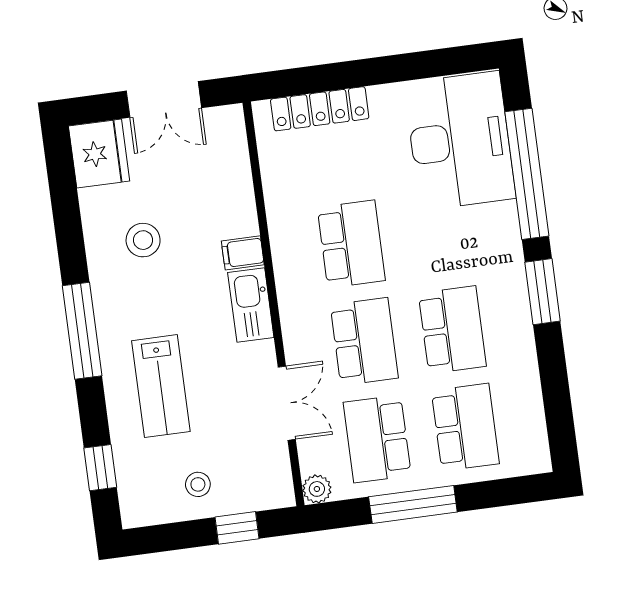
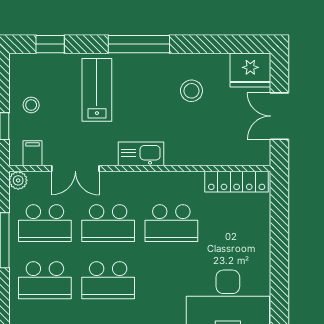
locker: (320, 109) -> (237, 182), moved, turned -90
filing cabinet: (243, 253) -> (32, 153), moved
lab bench: (161, 386) -> (97, 90), turned 90
school desk: (377, 439) -> (45, 223), turned 180

